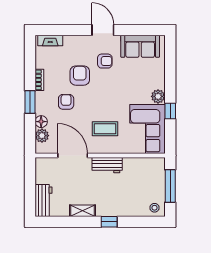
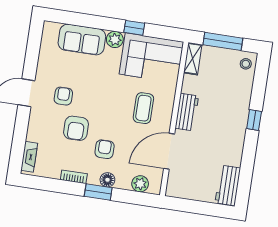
sofa: (140, 46) -> (82, 40), moved, turned 90
armchair: (80, 76) -> (76, 128), turned -90
armchair: (66, 102) -> (105, 149), turned 90
floor lamp: (41, 122) -> (107, 180), moved
workbench: (43, 200) -> (228, 185), moved, turned -90
shelving: (83, 211) -> (193, 59), moved

